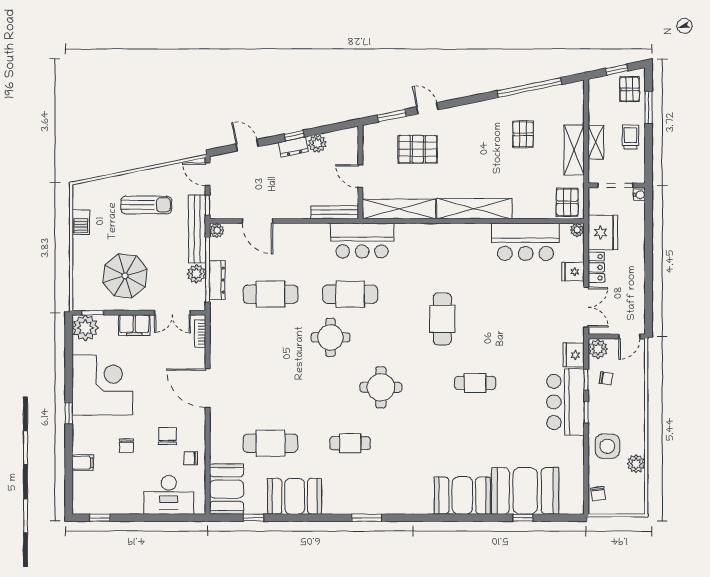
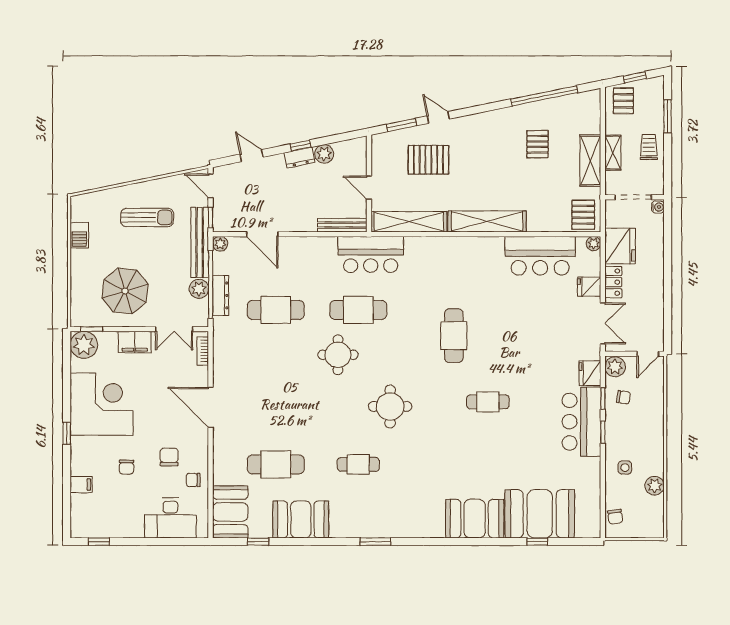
pallet: (630, 89) -> (623, 101), moved
side table: (607, 446) -> (625, 468), width x0.54, depth x0.54

